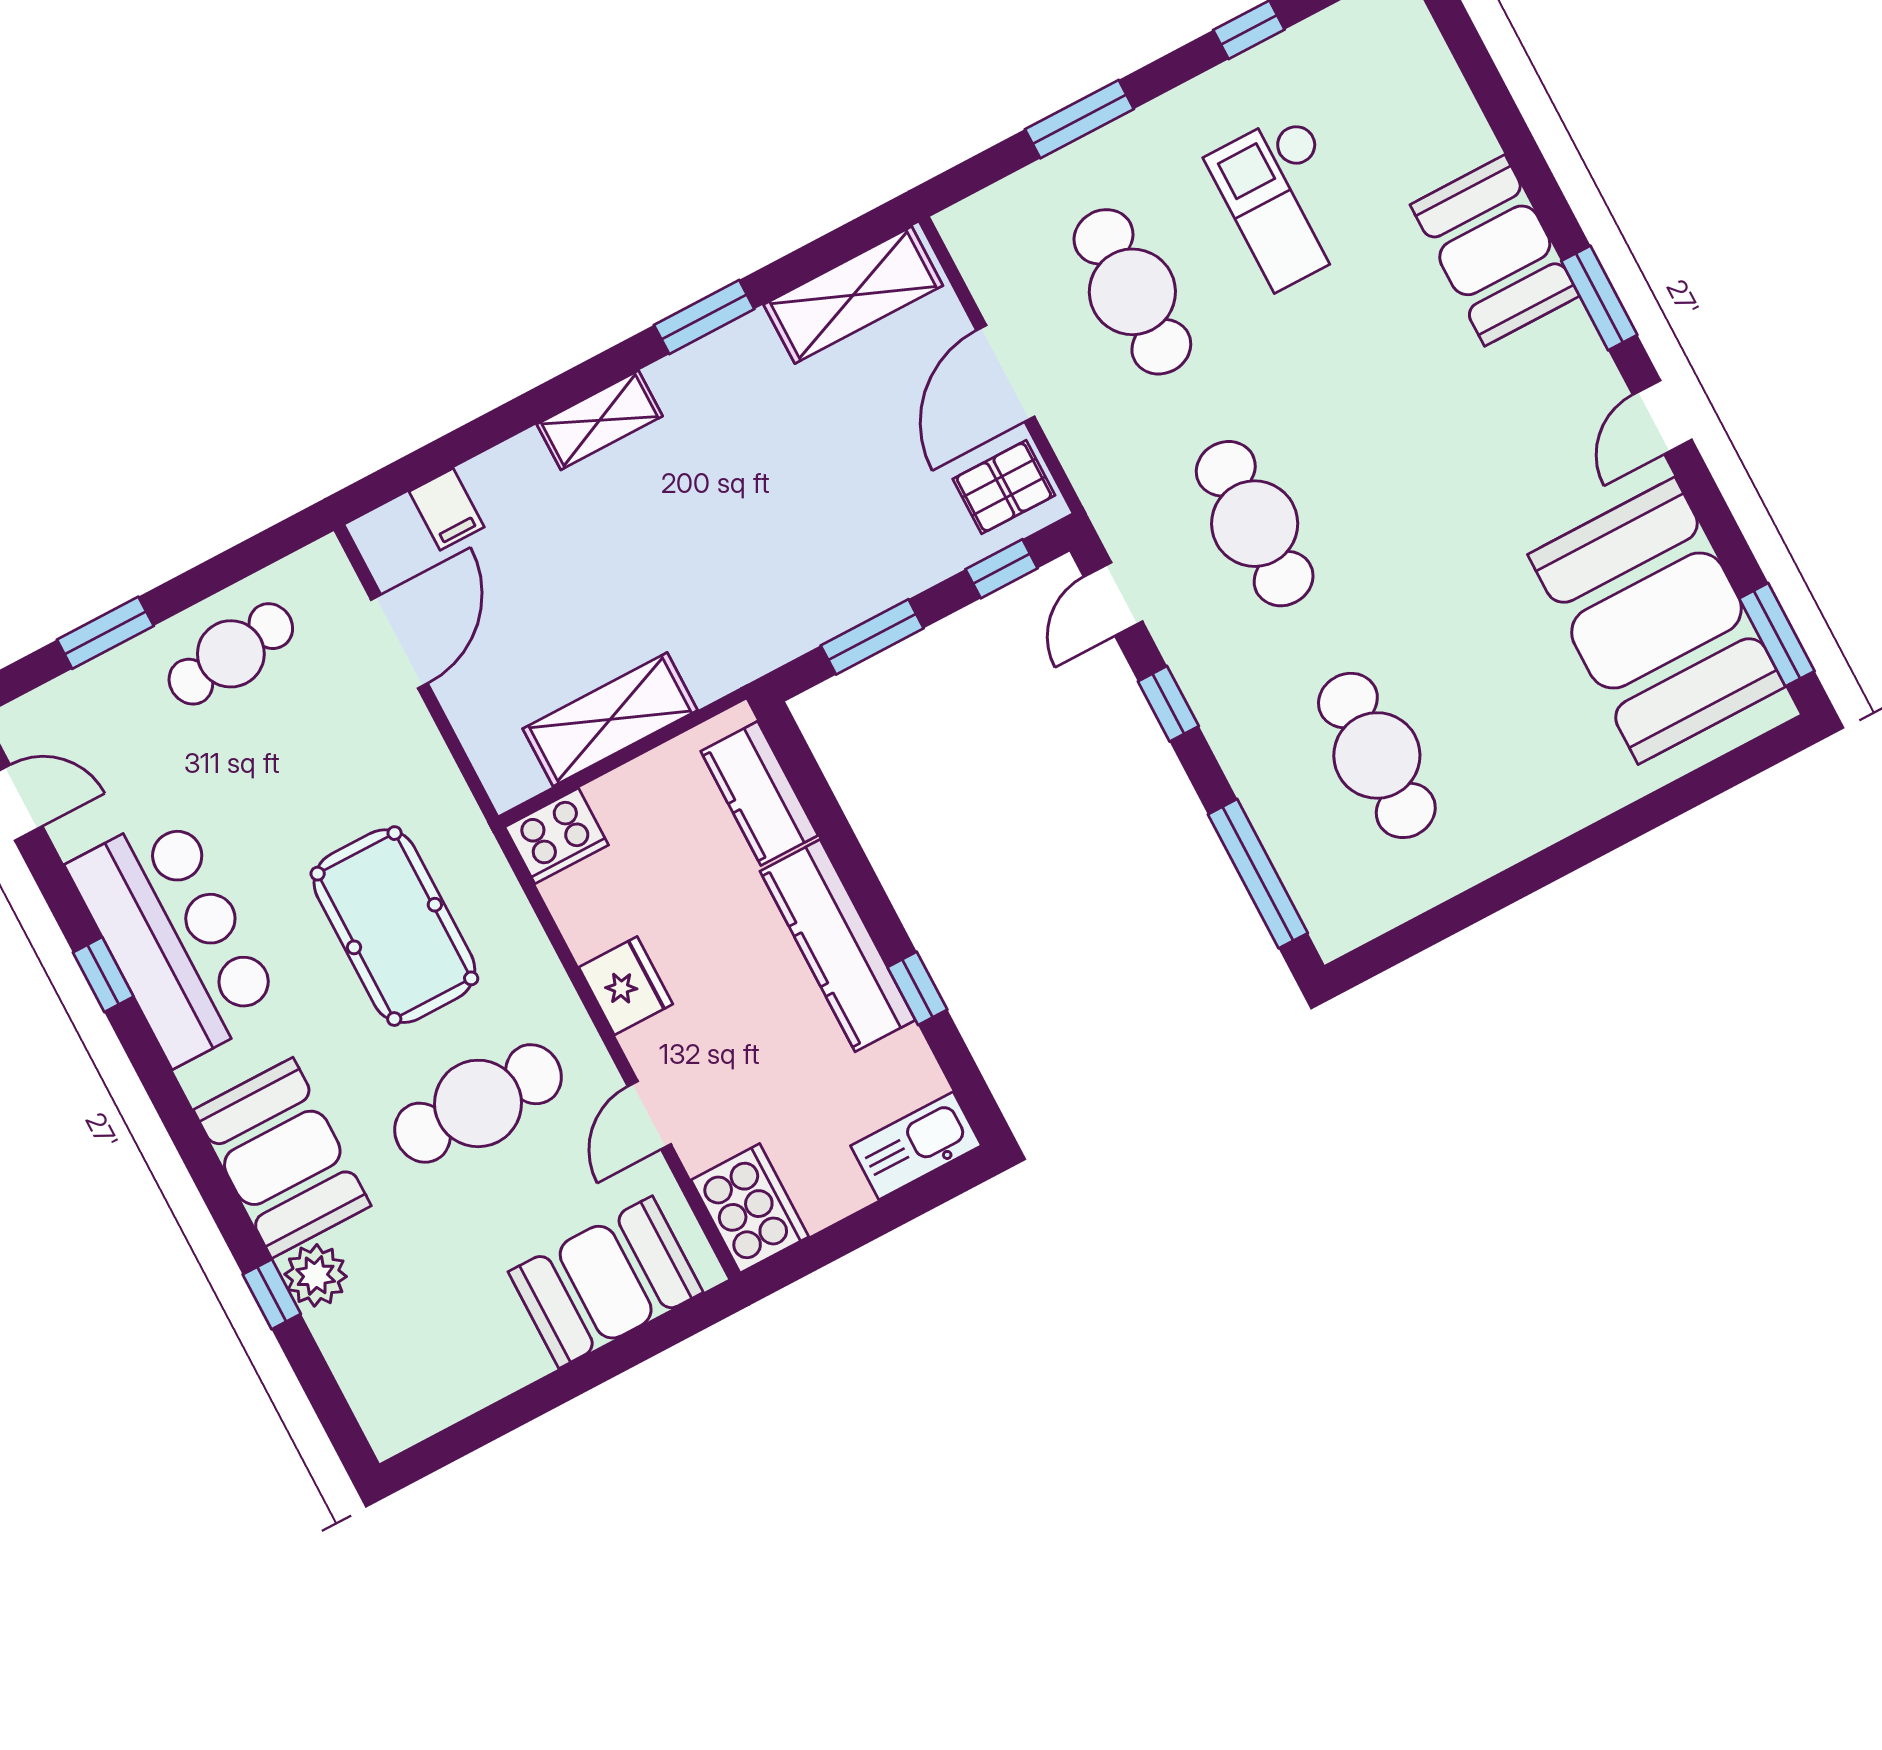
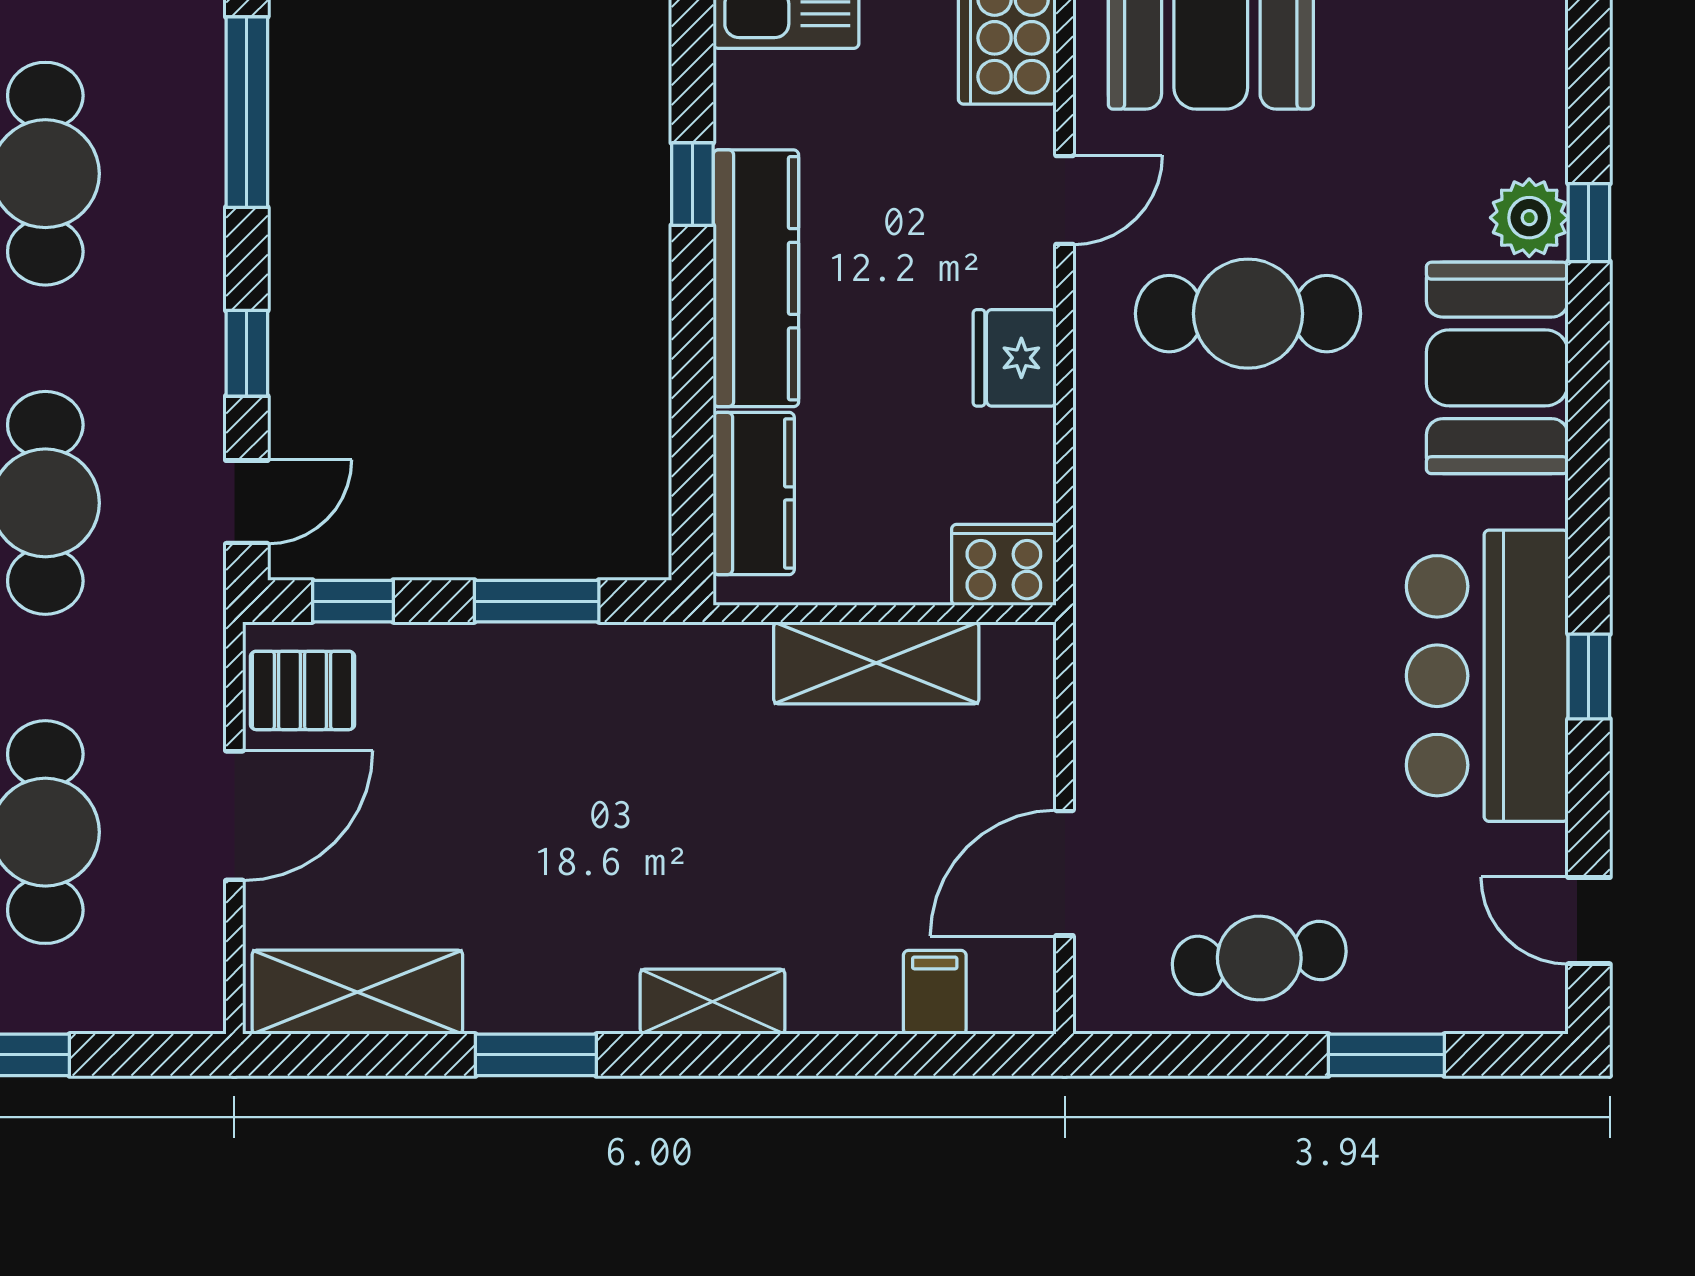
pool table: (394, 926) -> (1237, 560), removed

